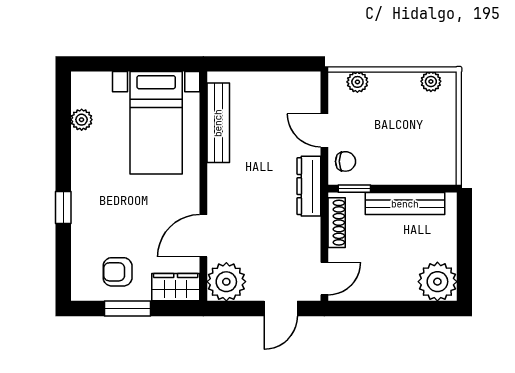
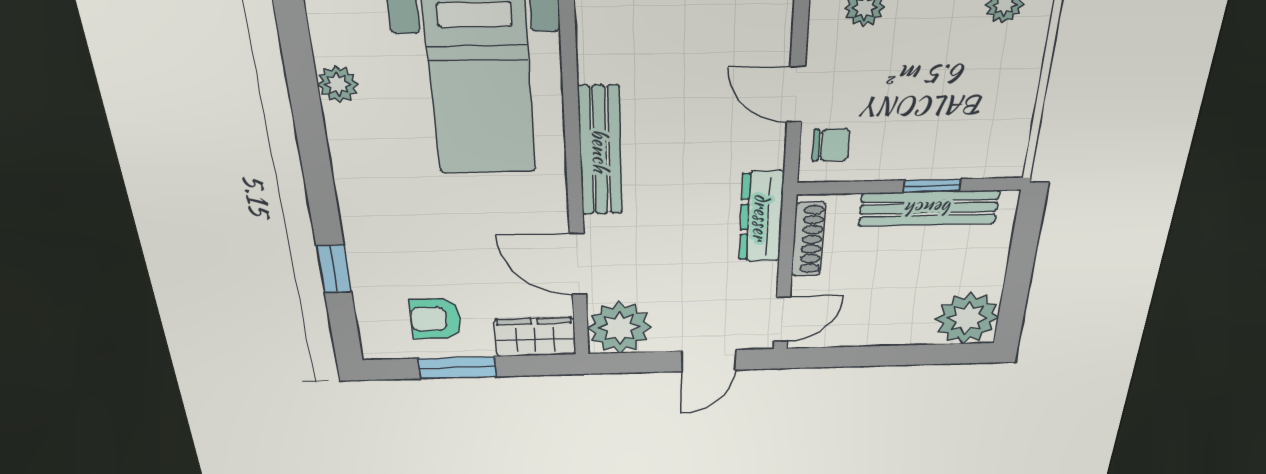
bench: (218, 123) -> (600, 151), moved
dresser: (309, 186) -> (761, 217), moved
window: (354, 189) -> (932, 186), moved
window: (63, 208) -> (334, 269), moved
door: (203, 236) -> (578, 264), hinge flipped

